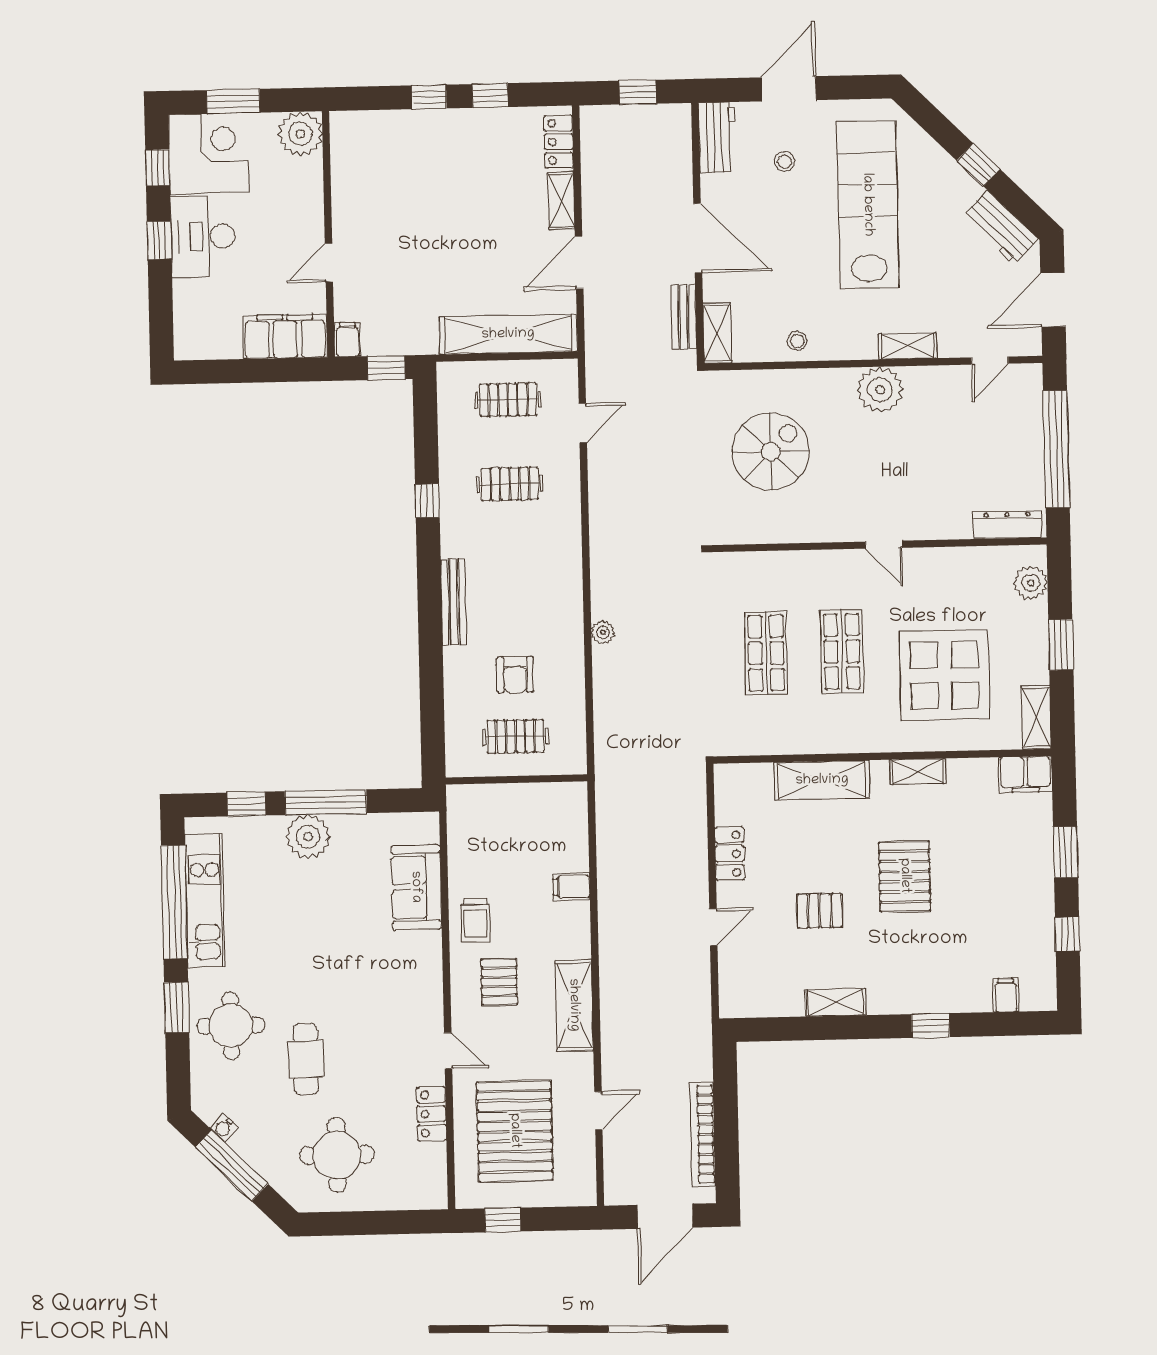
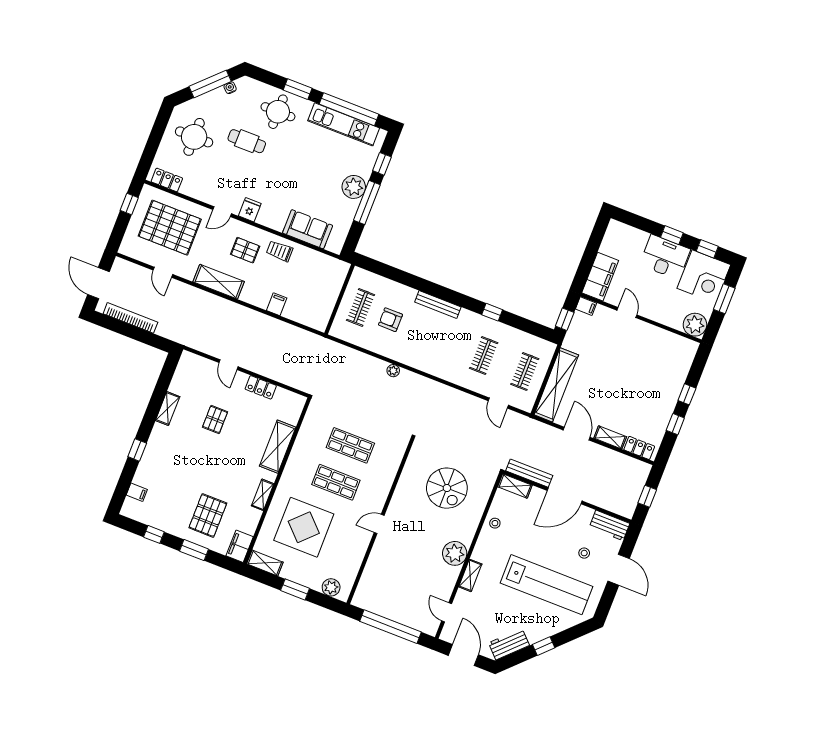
bench: (684, 317) -> (529, 473), width x1.36
dresser: (1007, 525) -> (364, 588), removed
pallet: (905, 876) -> (208, 515), moved, turned 90
fridge: (424, 1003) -> (250, 210), added
locker: (432, 1114) -> (167, 180), moved

